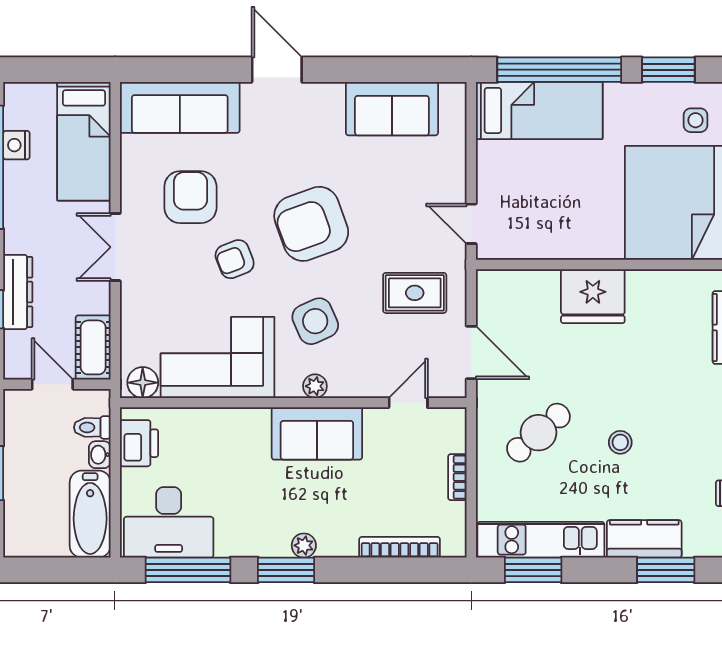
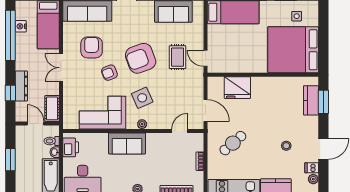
rug: (415, 293) -> (178, 57), moved, turned 90
fridge: (593, 296) -> (237, 88), moved
floor lamp: (143, 383) -> (72, 123), removed
sofa: (317, 433) -> (127, 143), moved
stool: (620, 442) -> (286, 146), moved

